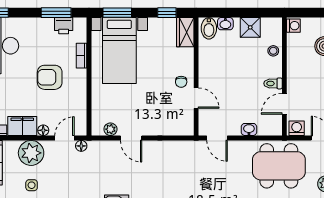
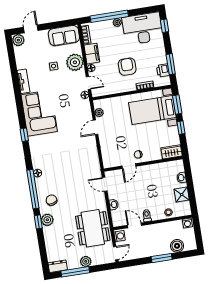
window: (167, 13) -> (181, 128), moved
bidet: (209, 28) -> (177, 167), removed
door: (217, 138) -> (105, 184), hinge flipped

